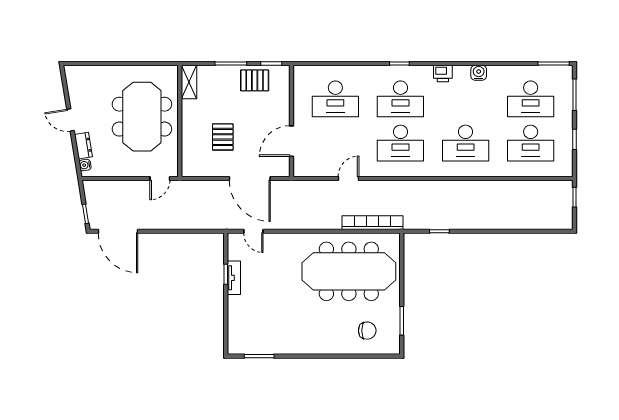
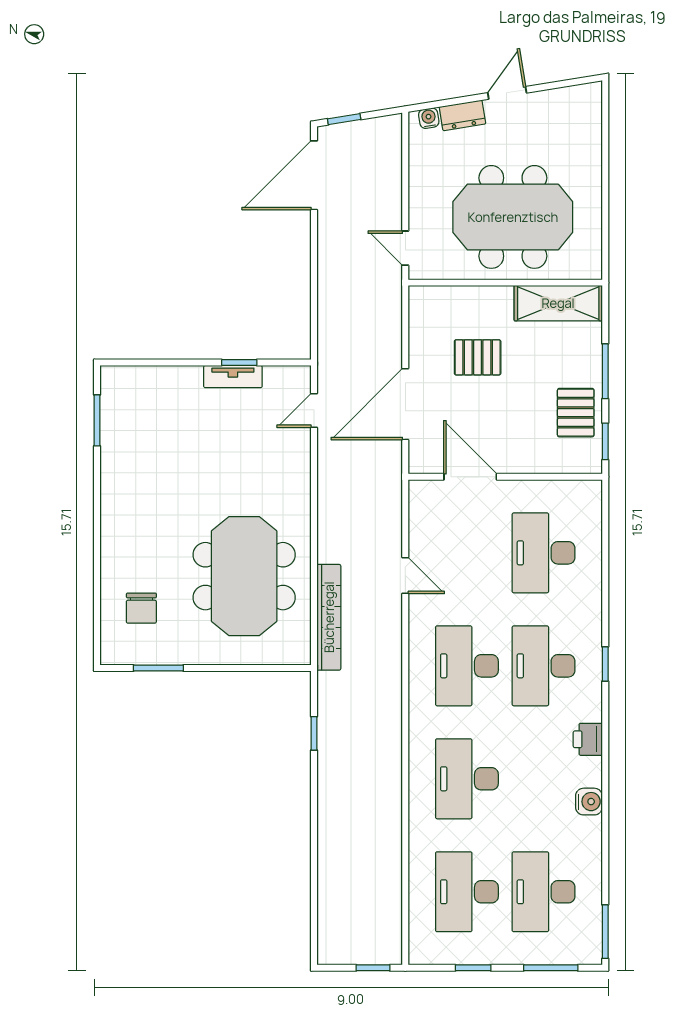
shelving: (189, 82) -> (558, 303), width x1.50, depth x1.33
meeting table: (349, 271) -> (244, 576), width x0.73

